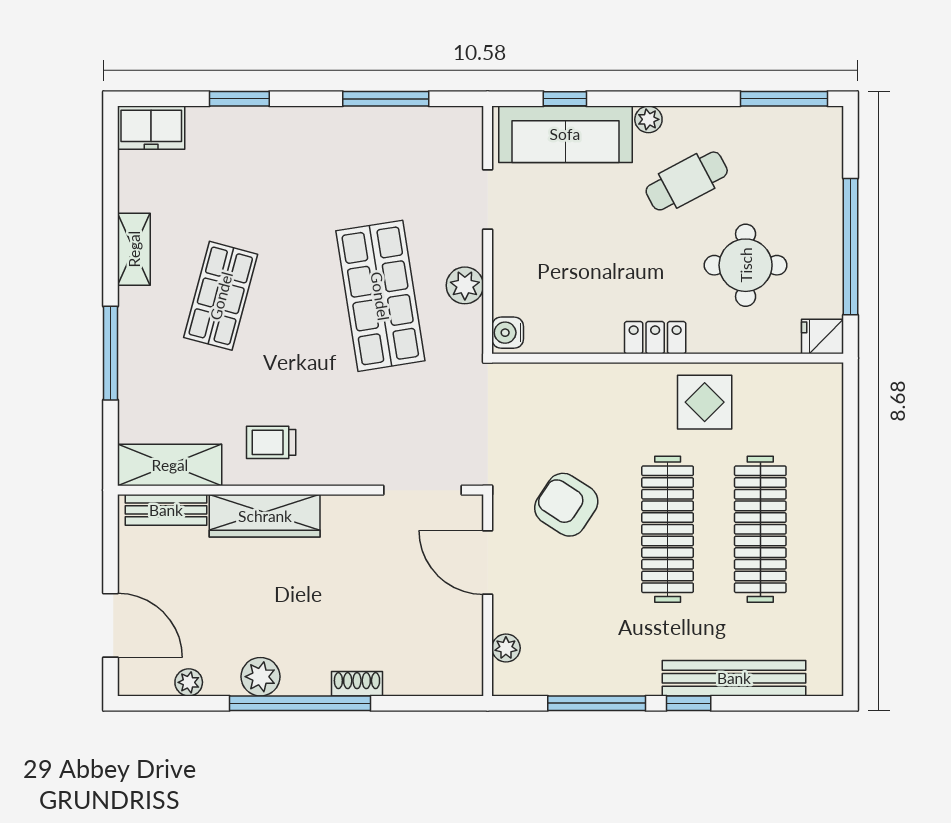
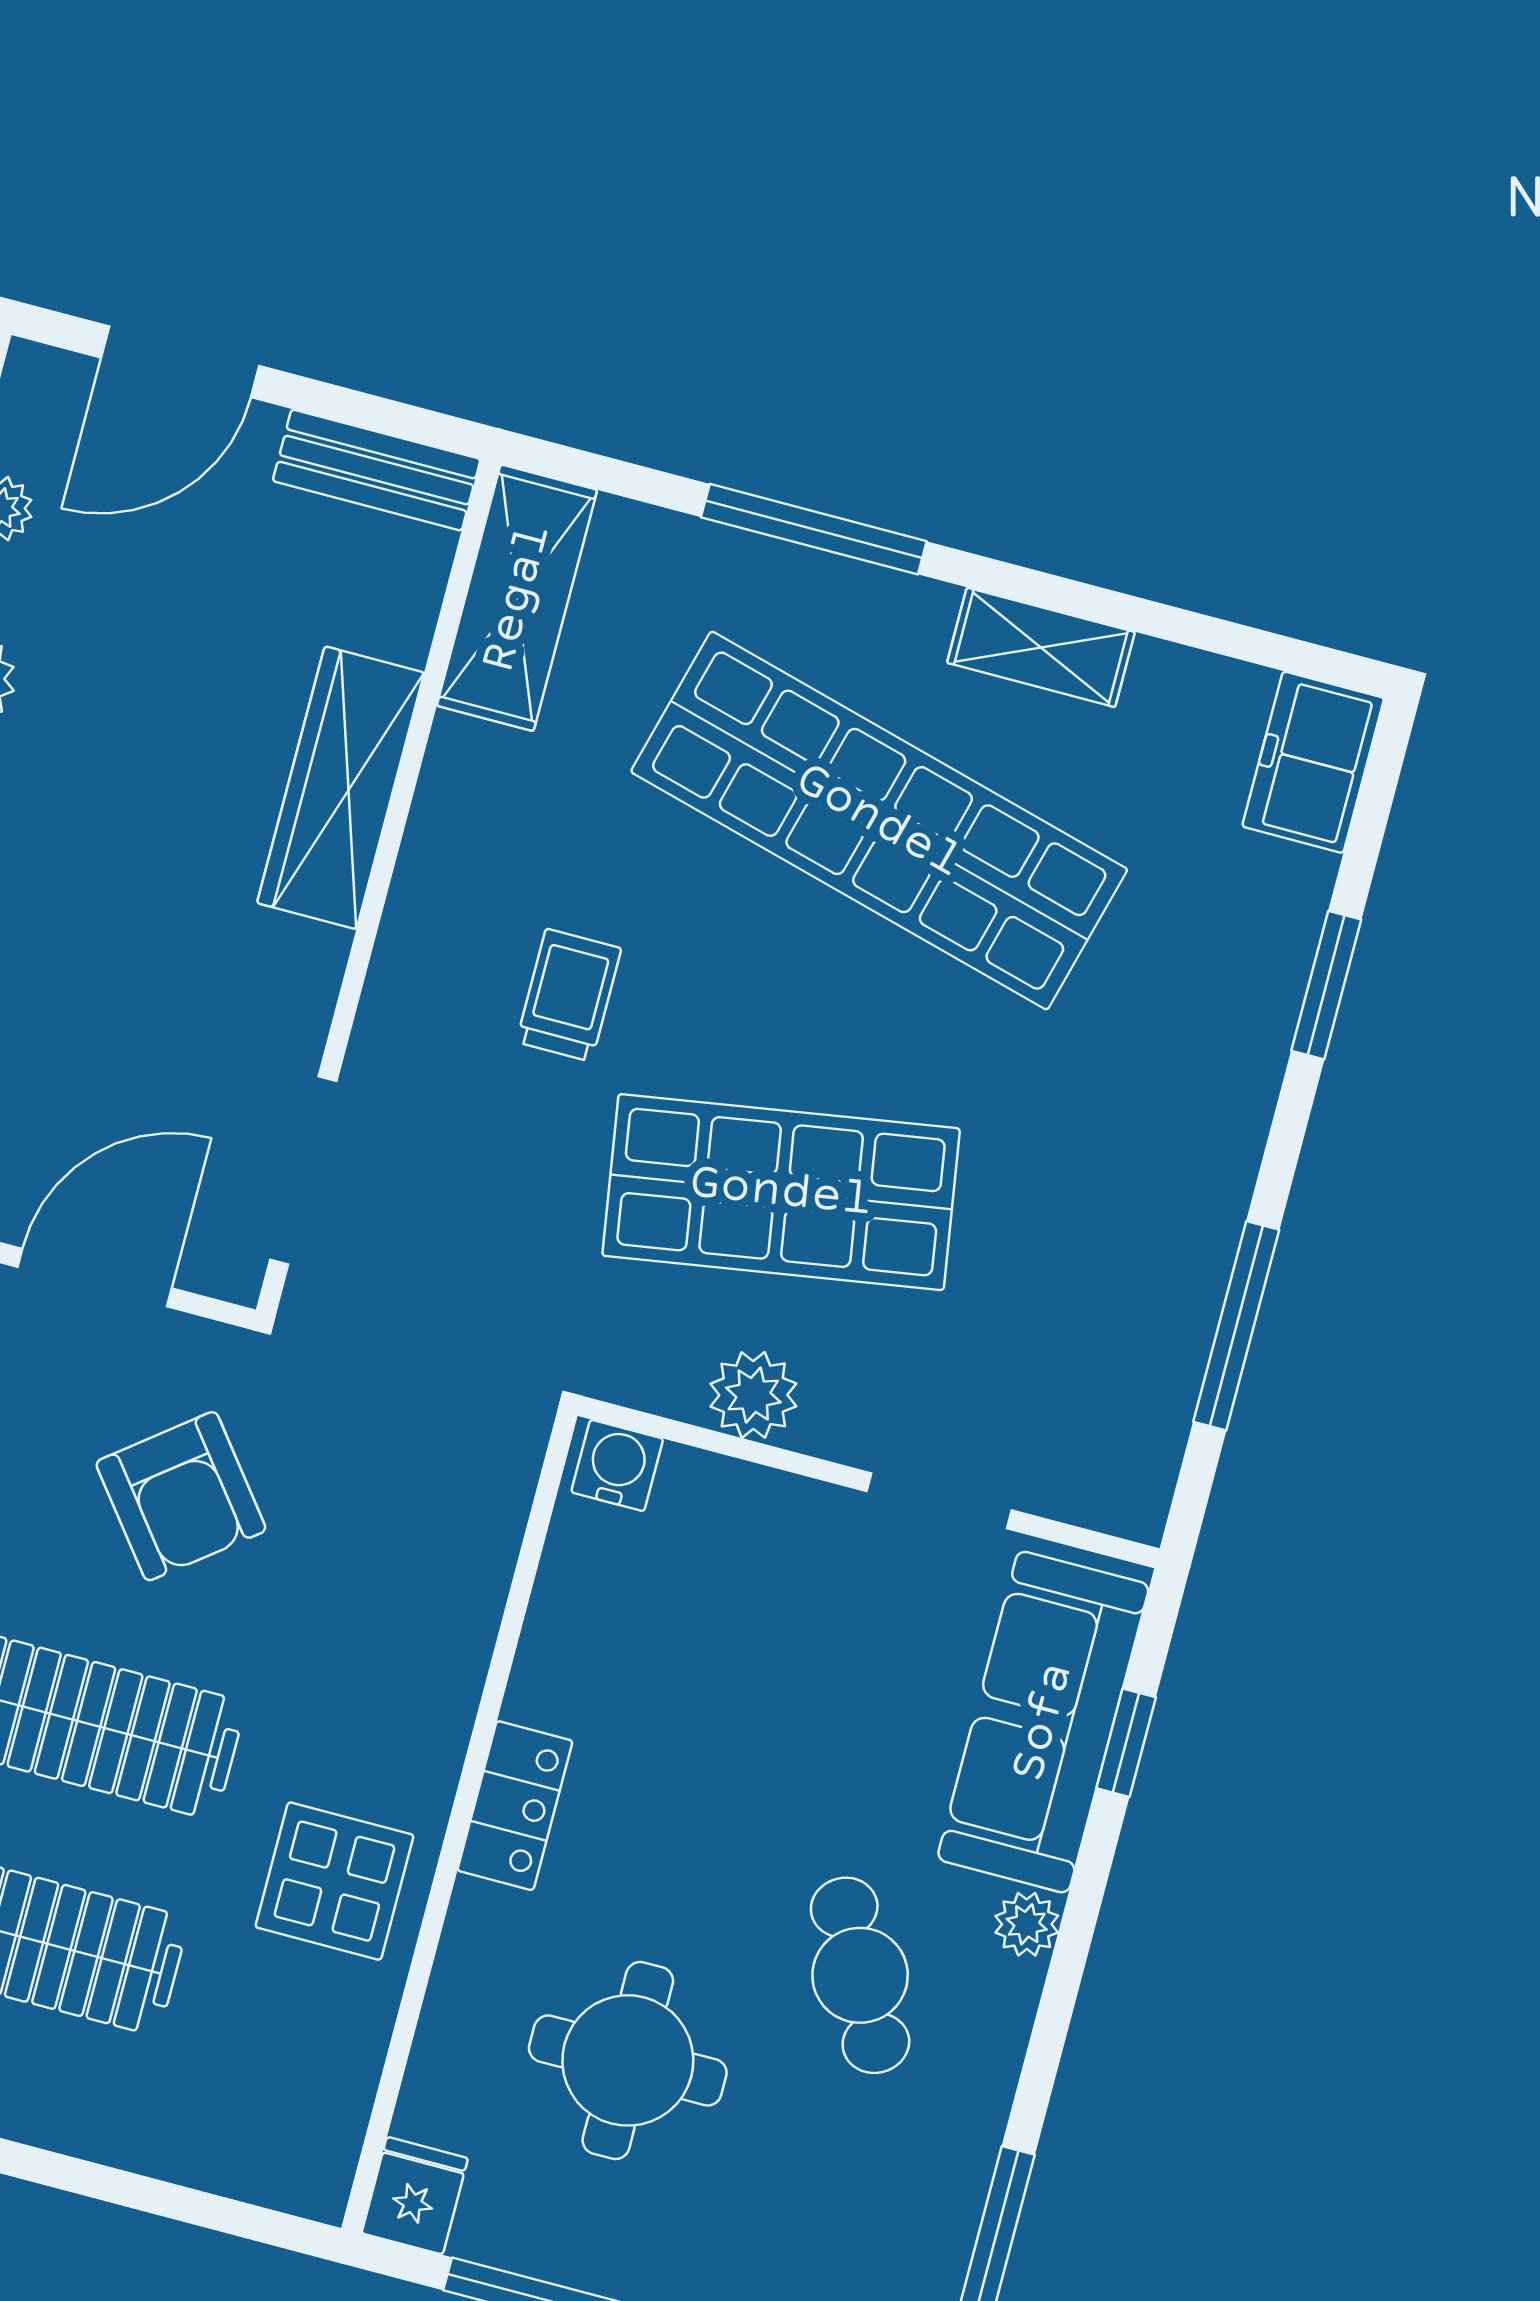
shop shelf: (221, 296) -> (879, 821), width x2.00, depth x1.36
trolley: (271, 442) -> (569, 995), moved
armchair: (566, 505) -> (181, 1496), turned 109
bench: (166, 510) -> (377, 470), moved, turned 90

